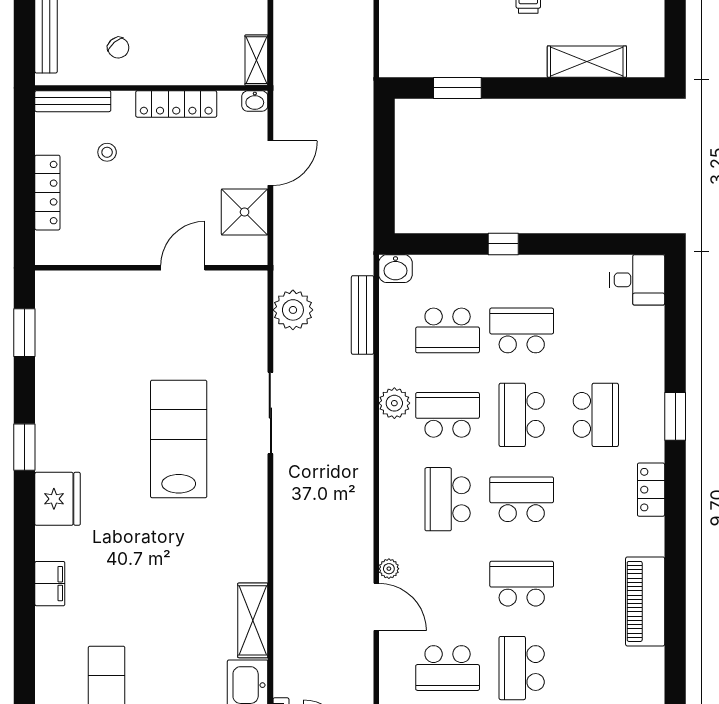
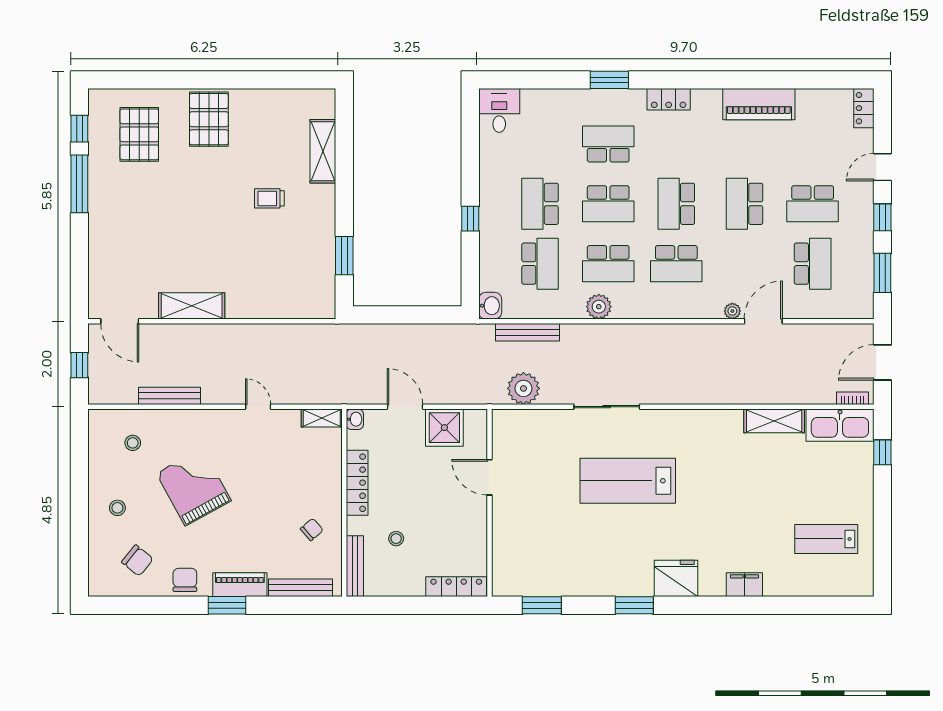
locker: (47, 193) -> (456, 587), moved
school desk: (448, 415) -> (608, 264), turned -90

